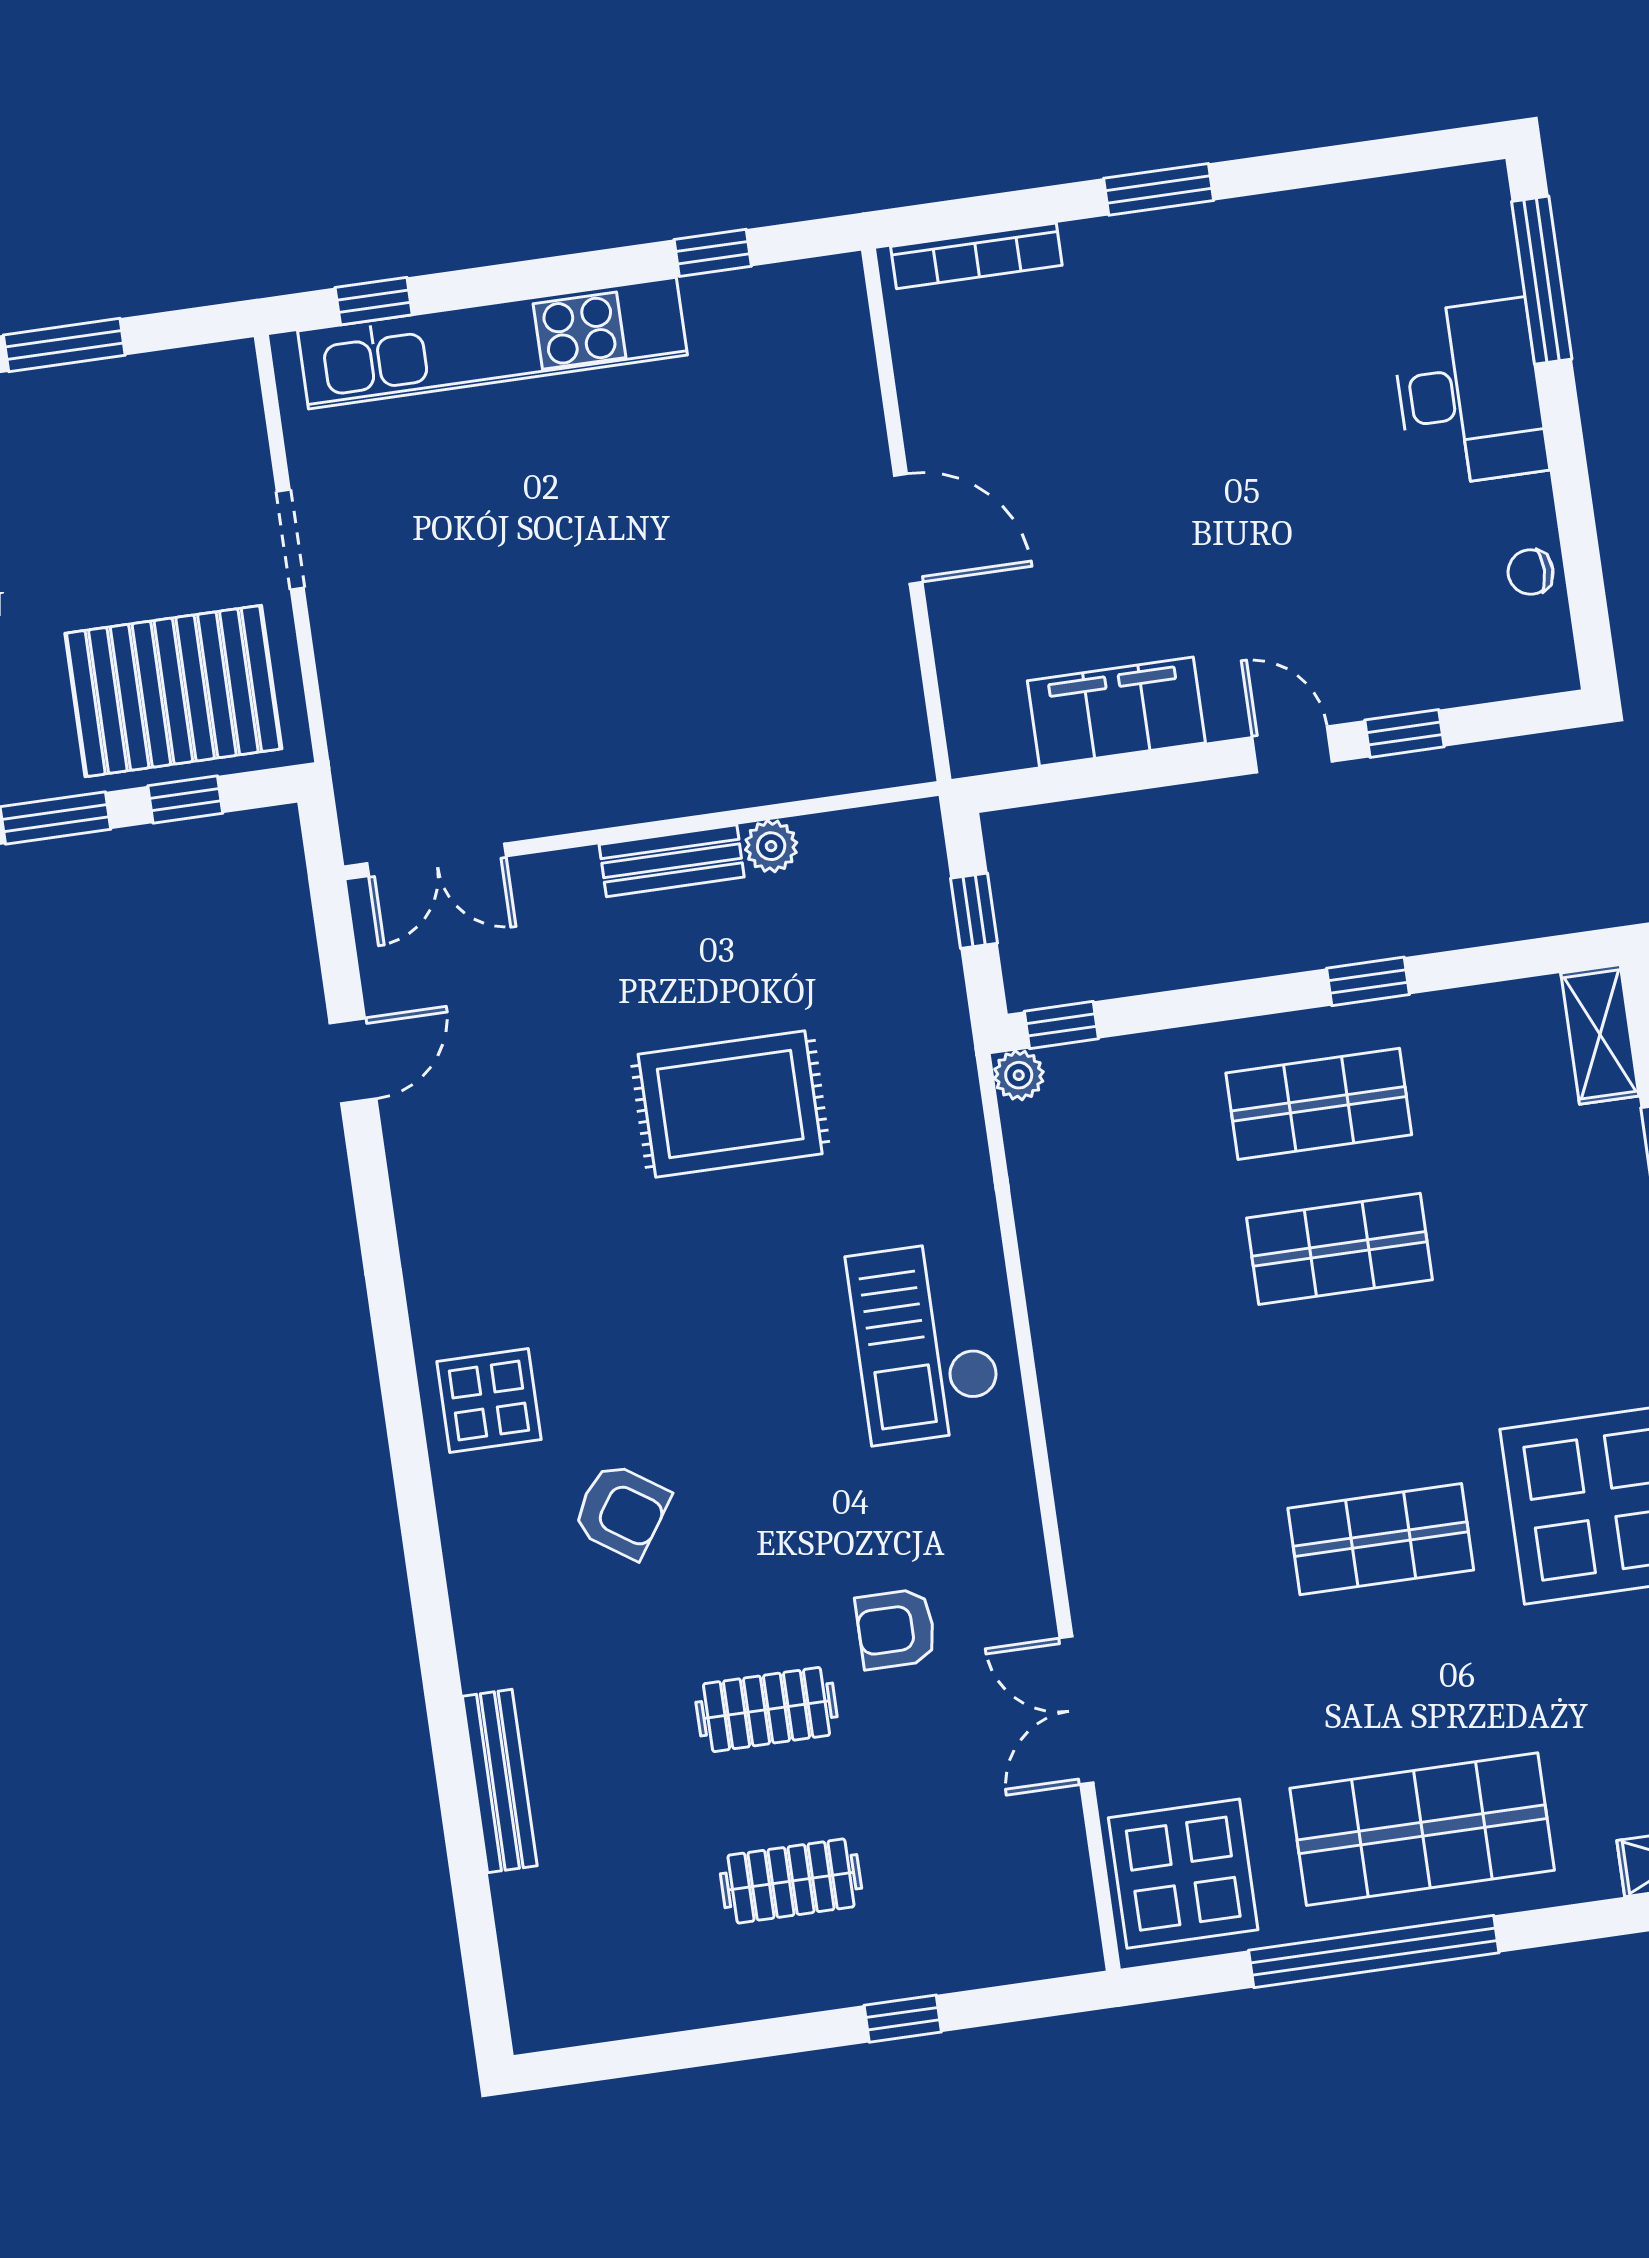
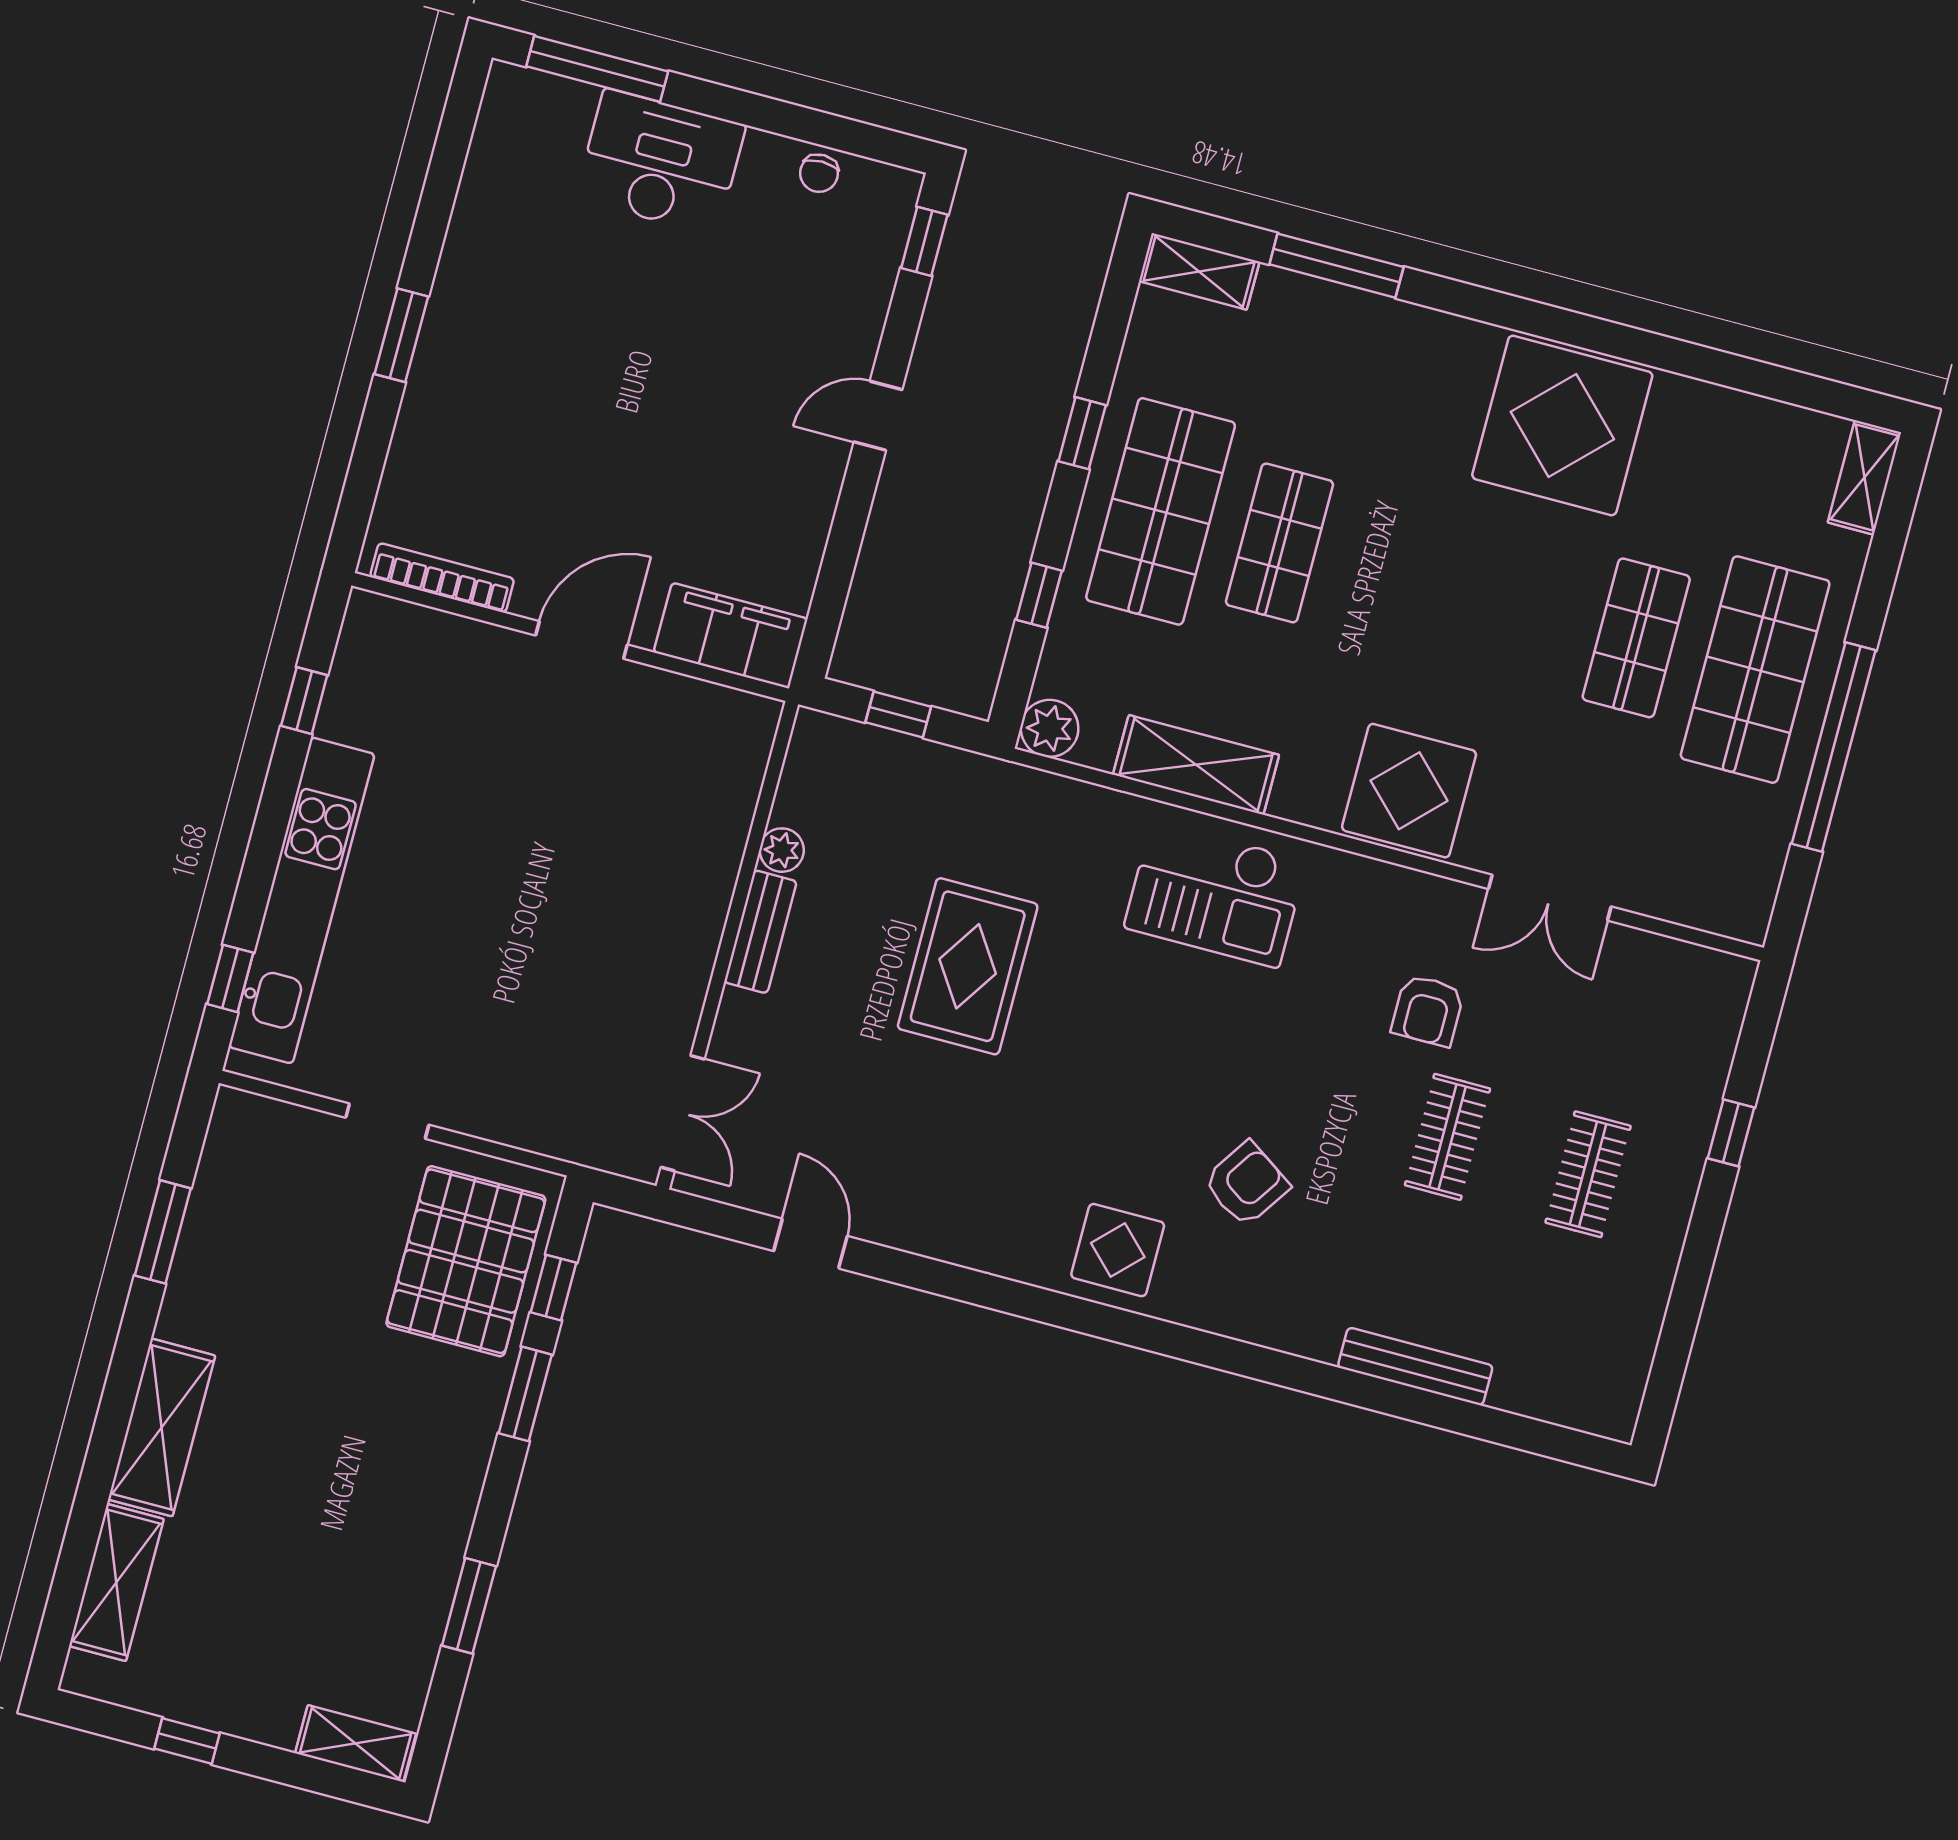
bookcase: (976, 256) -> (442, 578), moved, turned -90
filing cabinet: (1116, 712) -> (731, 635), moved, turned 90
window: (1404, 733) -> (924, 241), moved
window: (1061, 1025) -> (1039, 595), moved
plant: (1019, 1075) -> (1050, 728), width x1.38, depth x1.38
shop shelf: (1319, 1104) -> (1161, 511), width x1.43, depth x1.36
shelving: (1057, 1261) -> (1196, 765), added
shop shelf: (1381, 1539) -> (1636, 638), moved
display table: (1183, 1874) -> (1409, 791), moved

